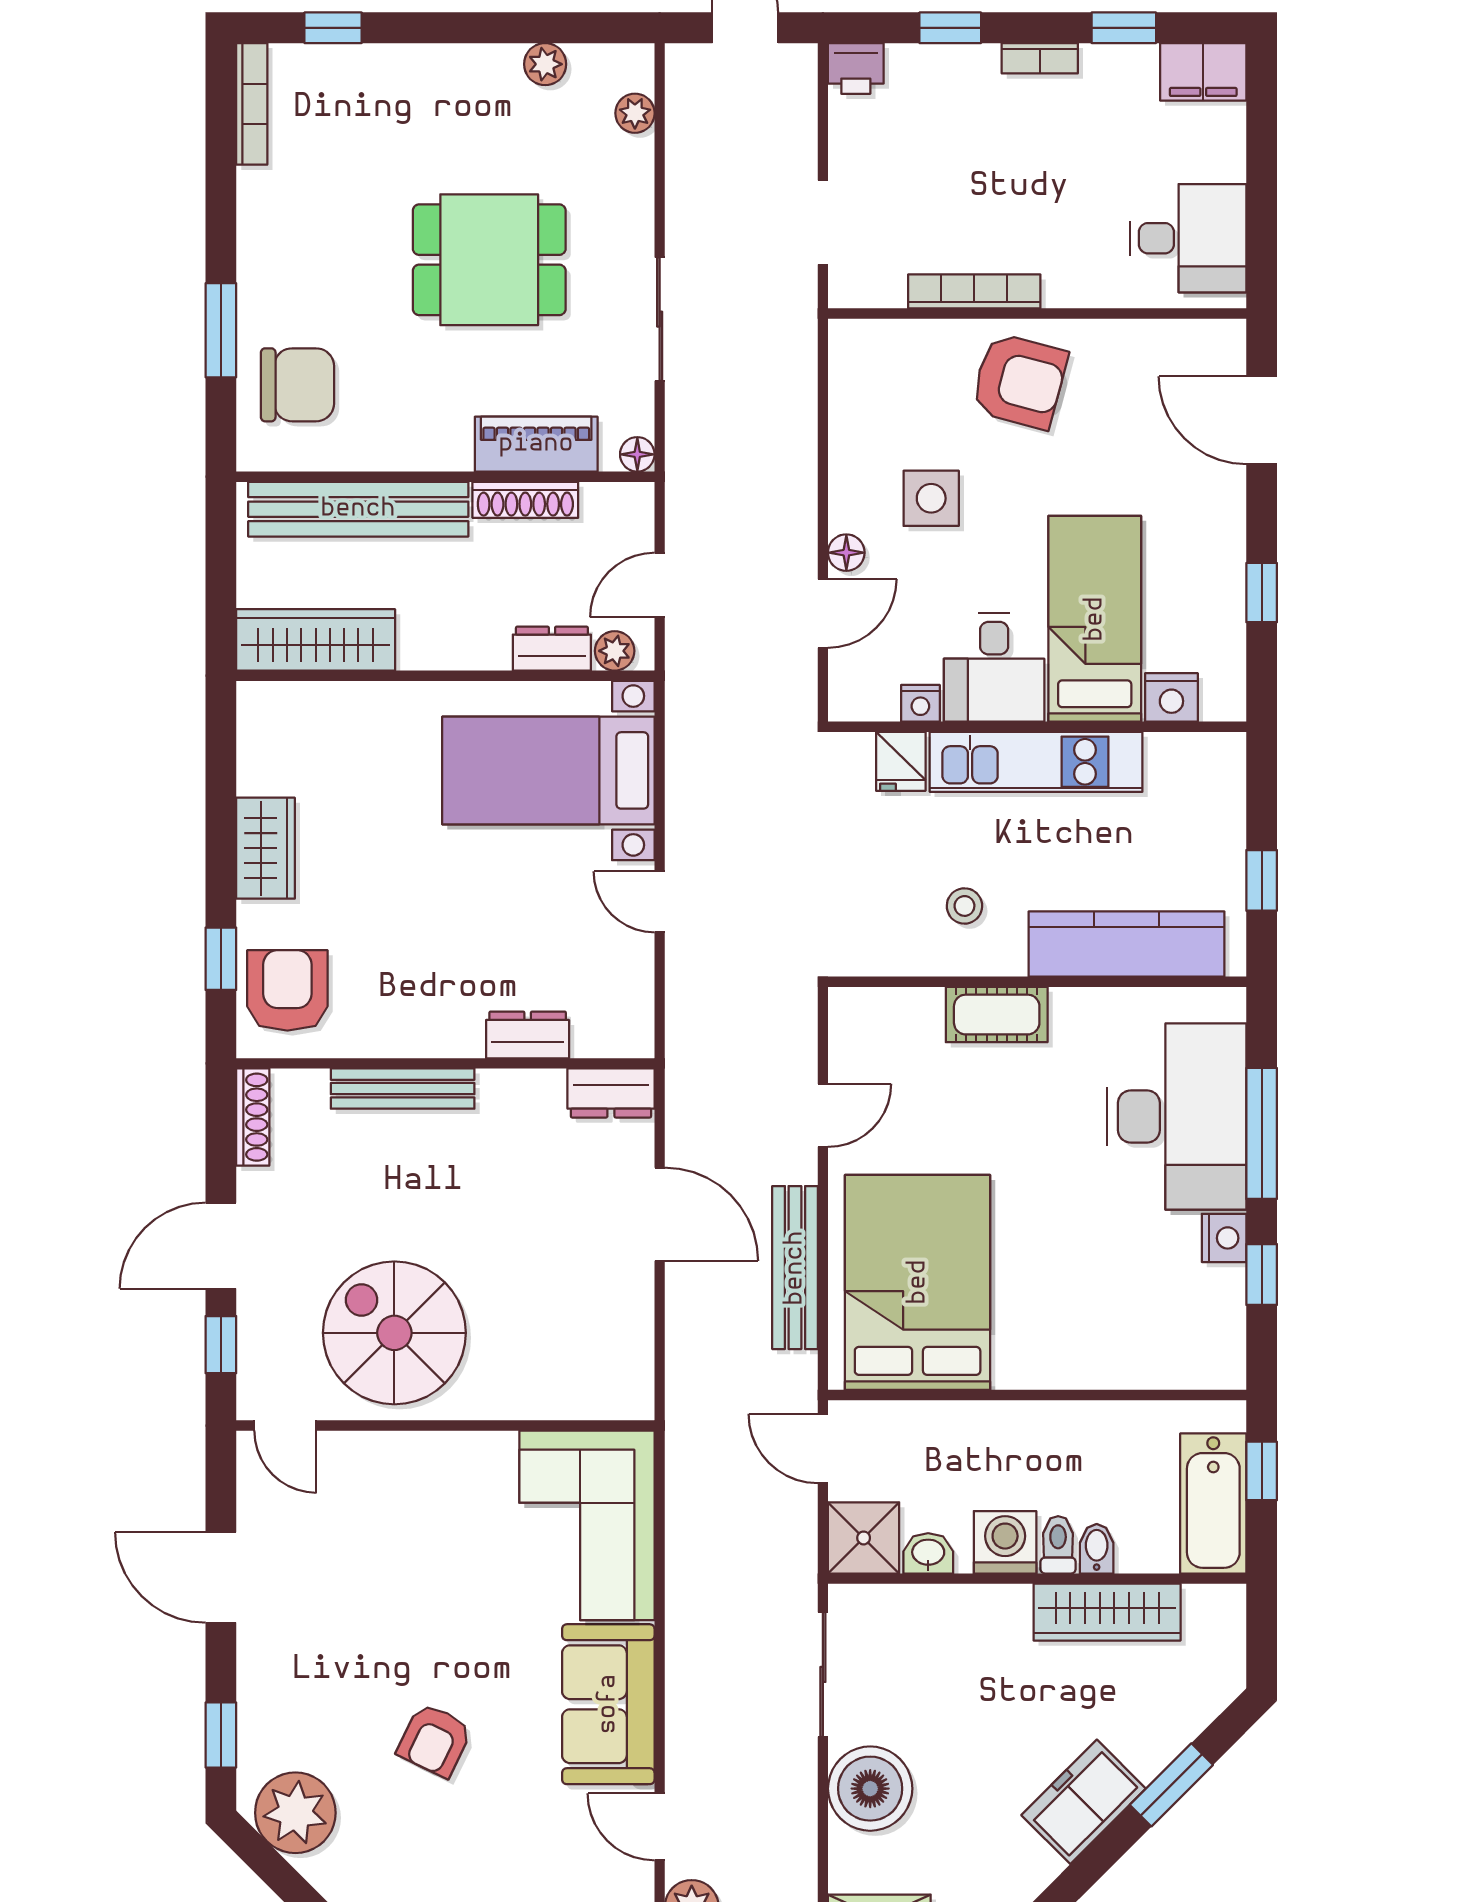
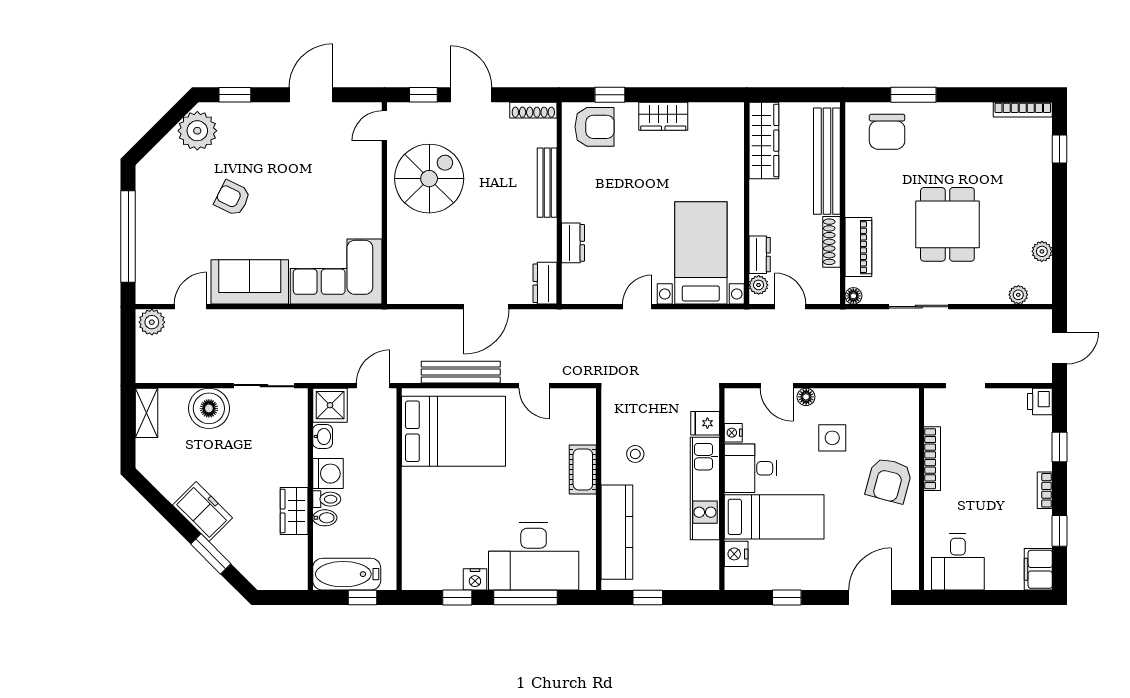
wardrobe: (1107, 1612) -> (294, 511), width x0.67

